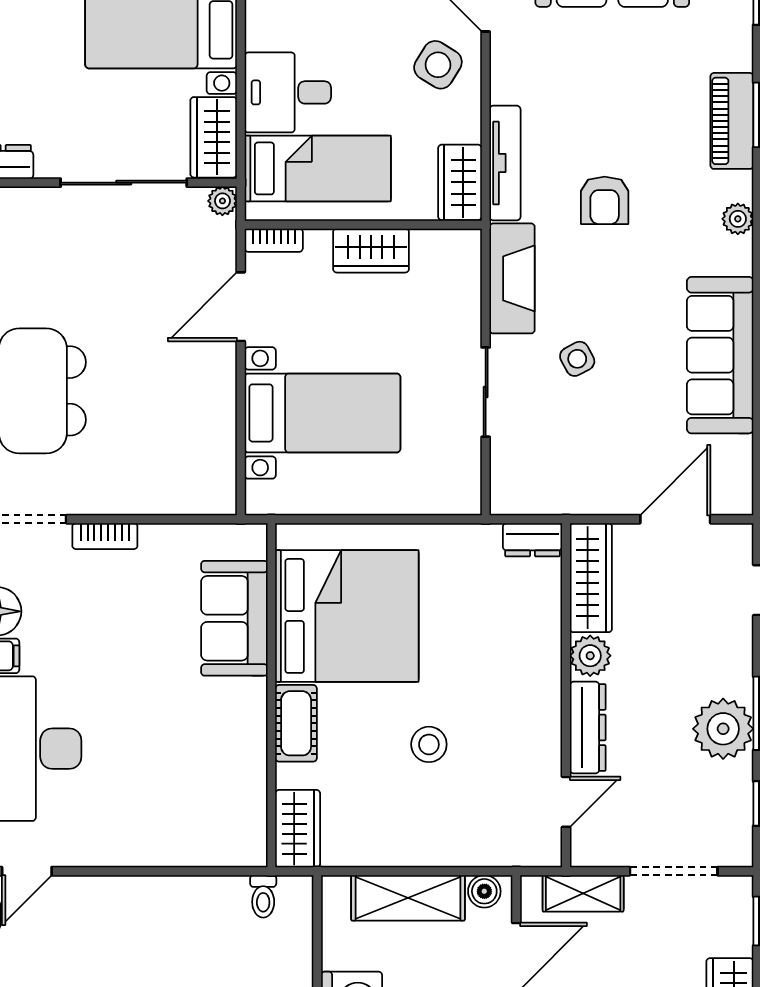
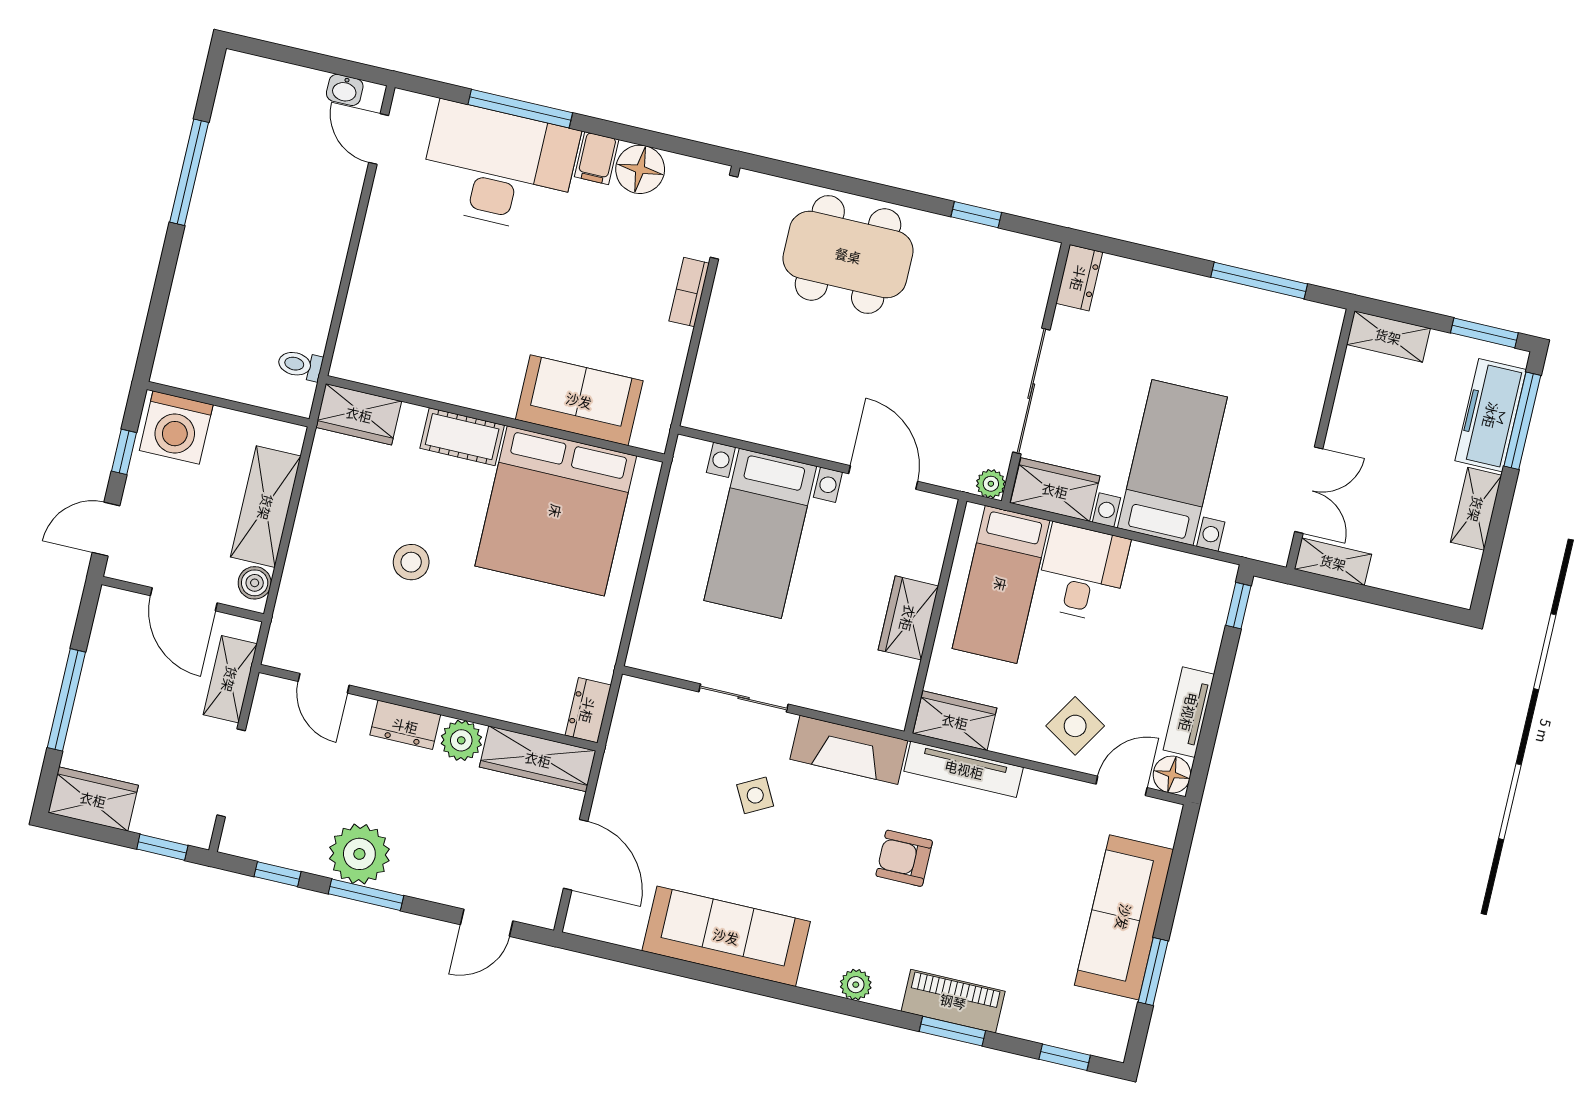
bookcase: (274, 240) -> (941, 525), removed
dresser: (588, 727) -> (405, 725), width x0.70

